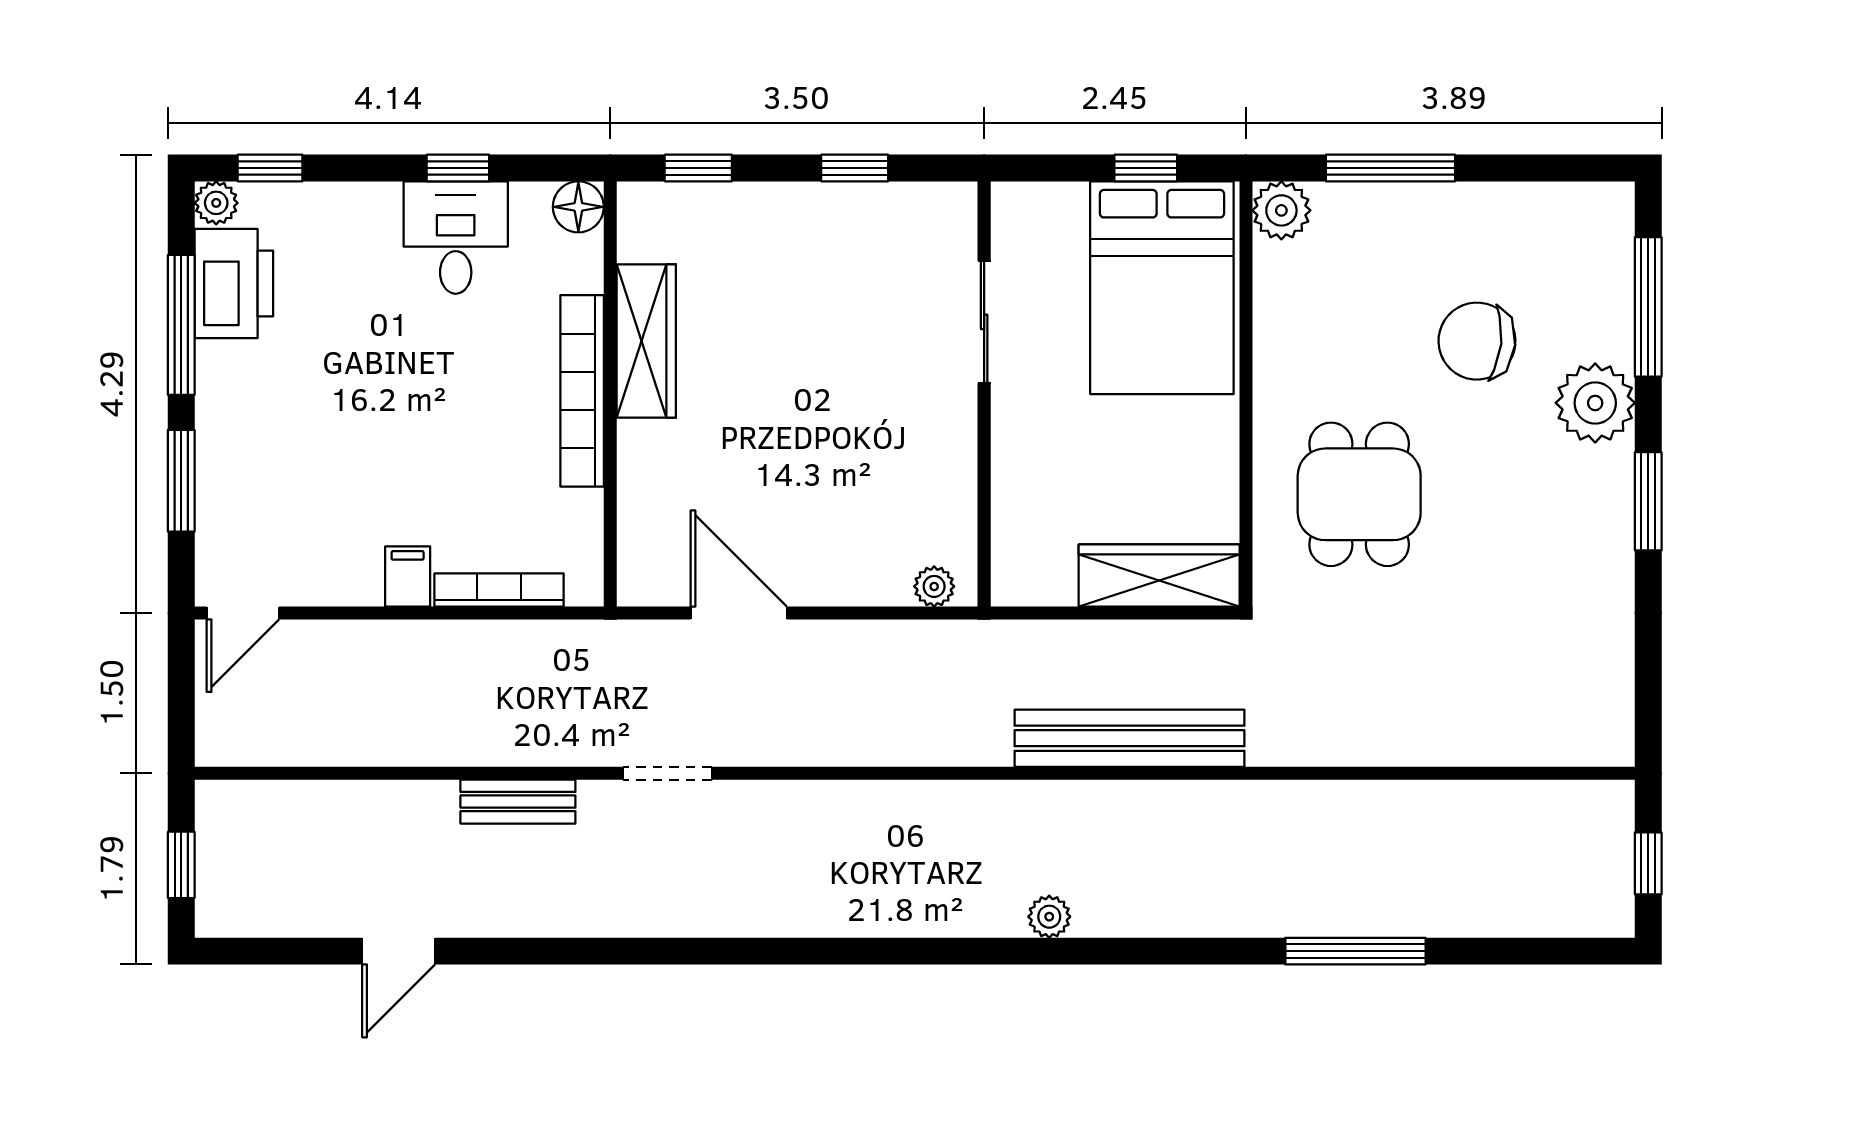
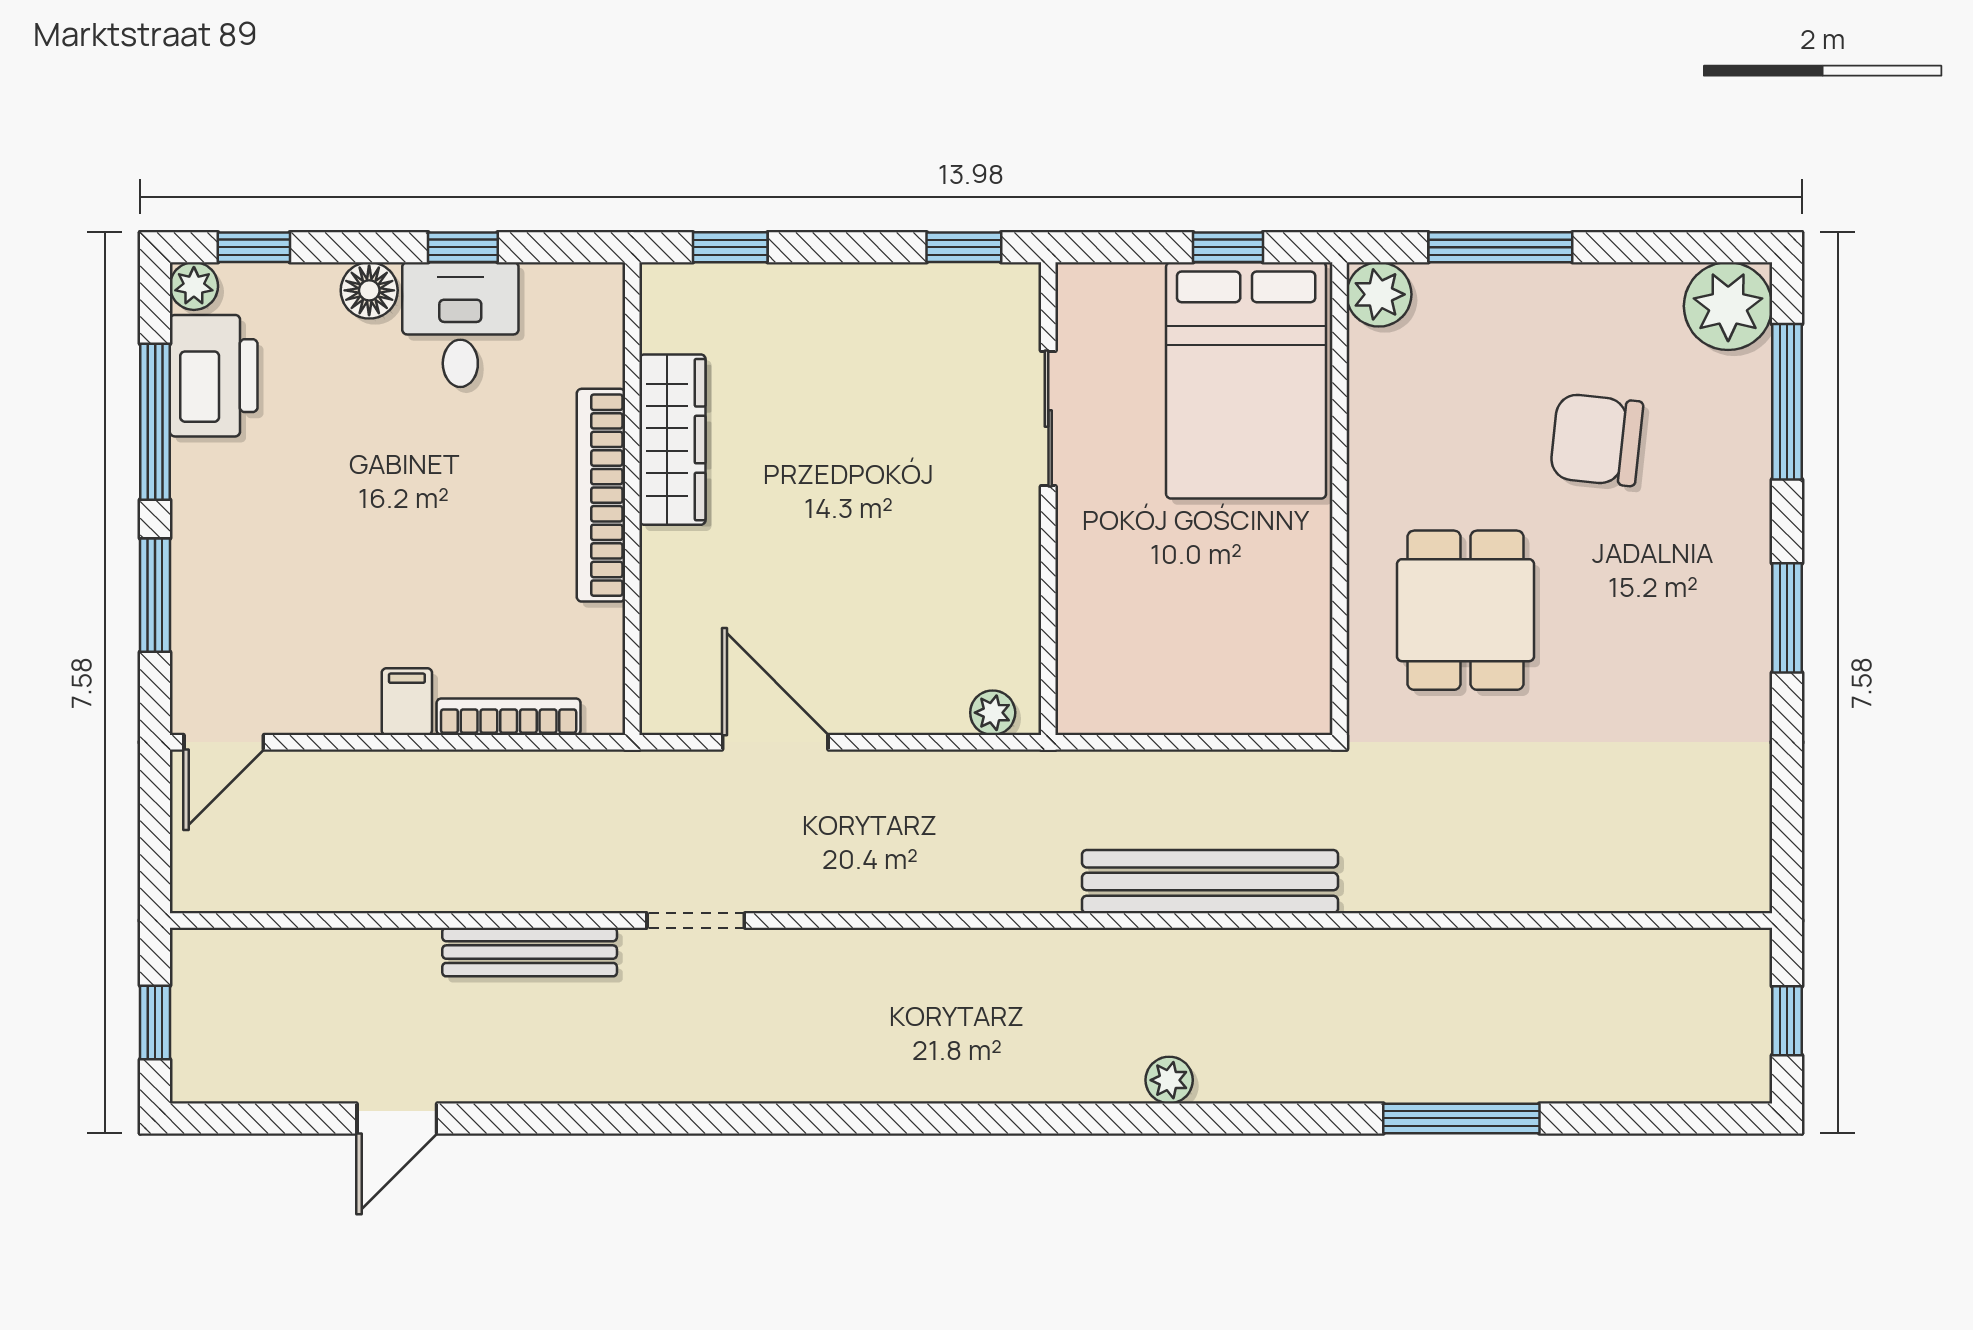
window: (855, 168) -> (964, 247), moved
floor lamp: (578, 207) -> (369, 290), moved
plant: (1595, 403) -> (1728, 306), moved
wardrobe: (1159, 575) -> (1243, 701), removed
bench: (518, 802) -> (530, 952), width x1.36
plant: (1049, 917) -> (1169, 1080), moved

